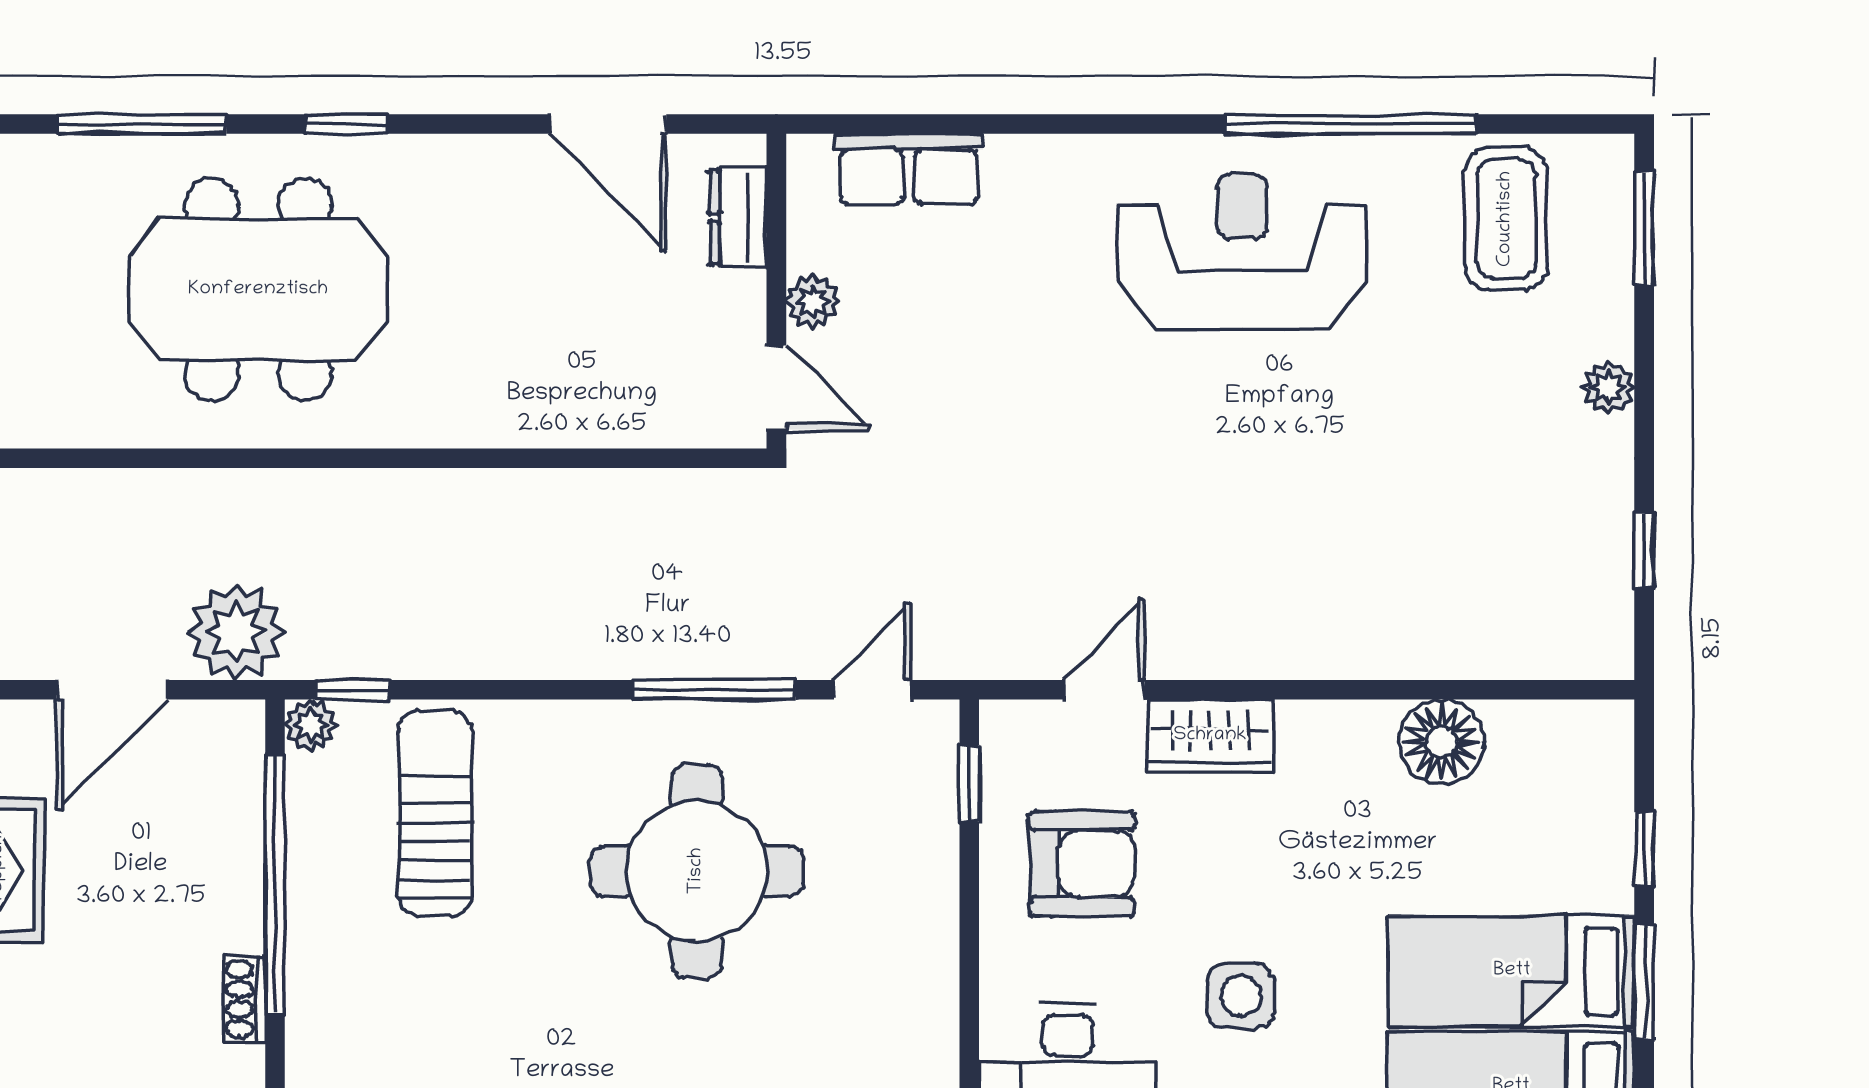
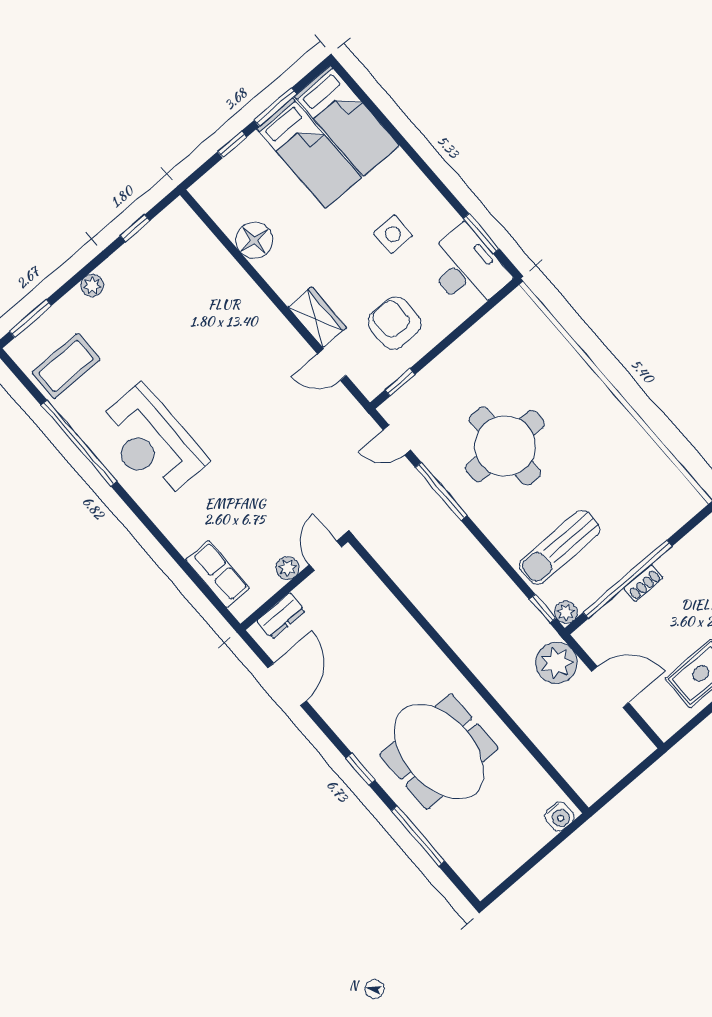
shoe rack: (244, 999) -> (643, 583), moved

